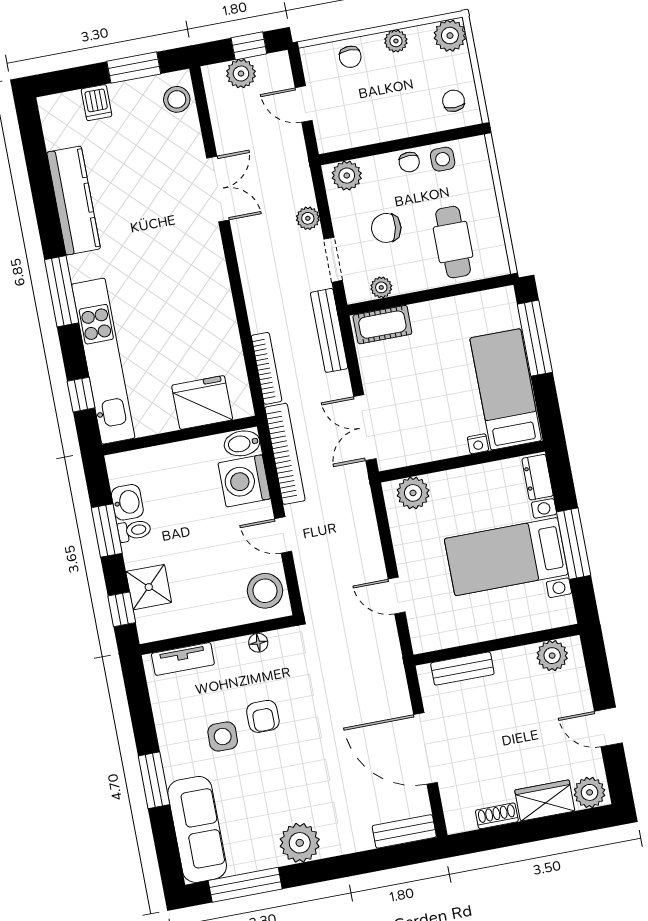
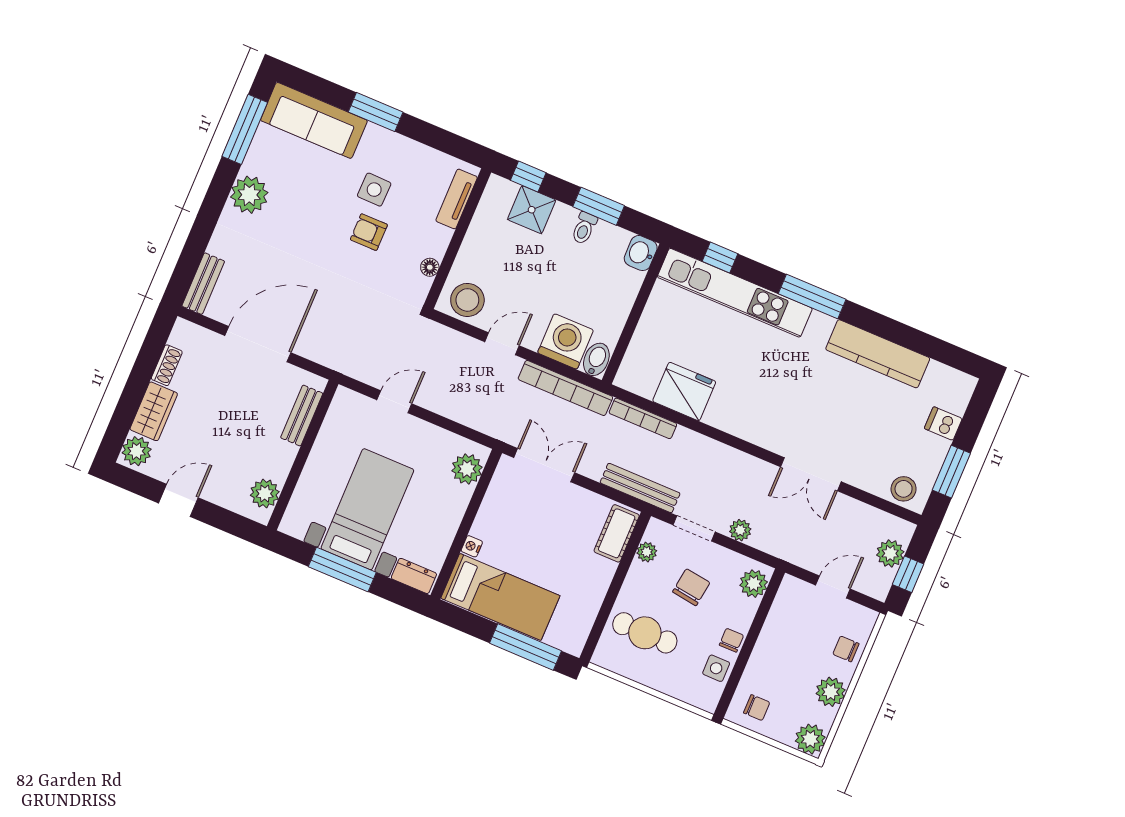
plant: (396, 41) -> (831, 692), width x1.38, depth x1.38
chair: (409, 162) -> (731, 640), turned 90
fridge: (202, 402) -> (684, 391), moved, turned -90
washbasin: (127, 502) -> (641, 253), moved, turned 90

